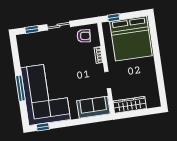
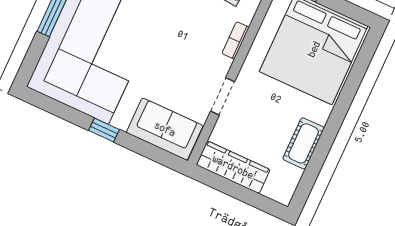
cot: (151, 78) -> (303, 143), added
window: (43, 127) -> (104, 130), moved

